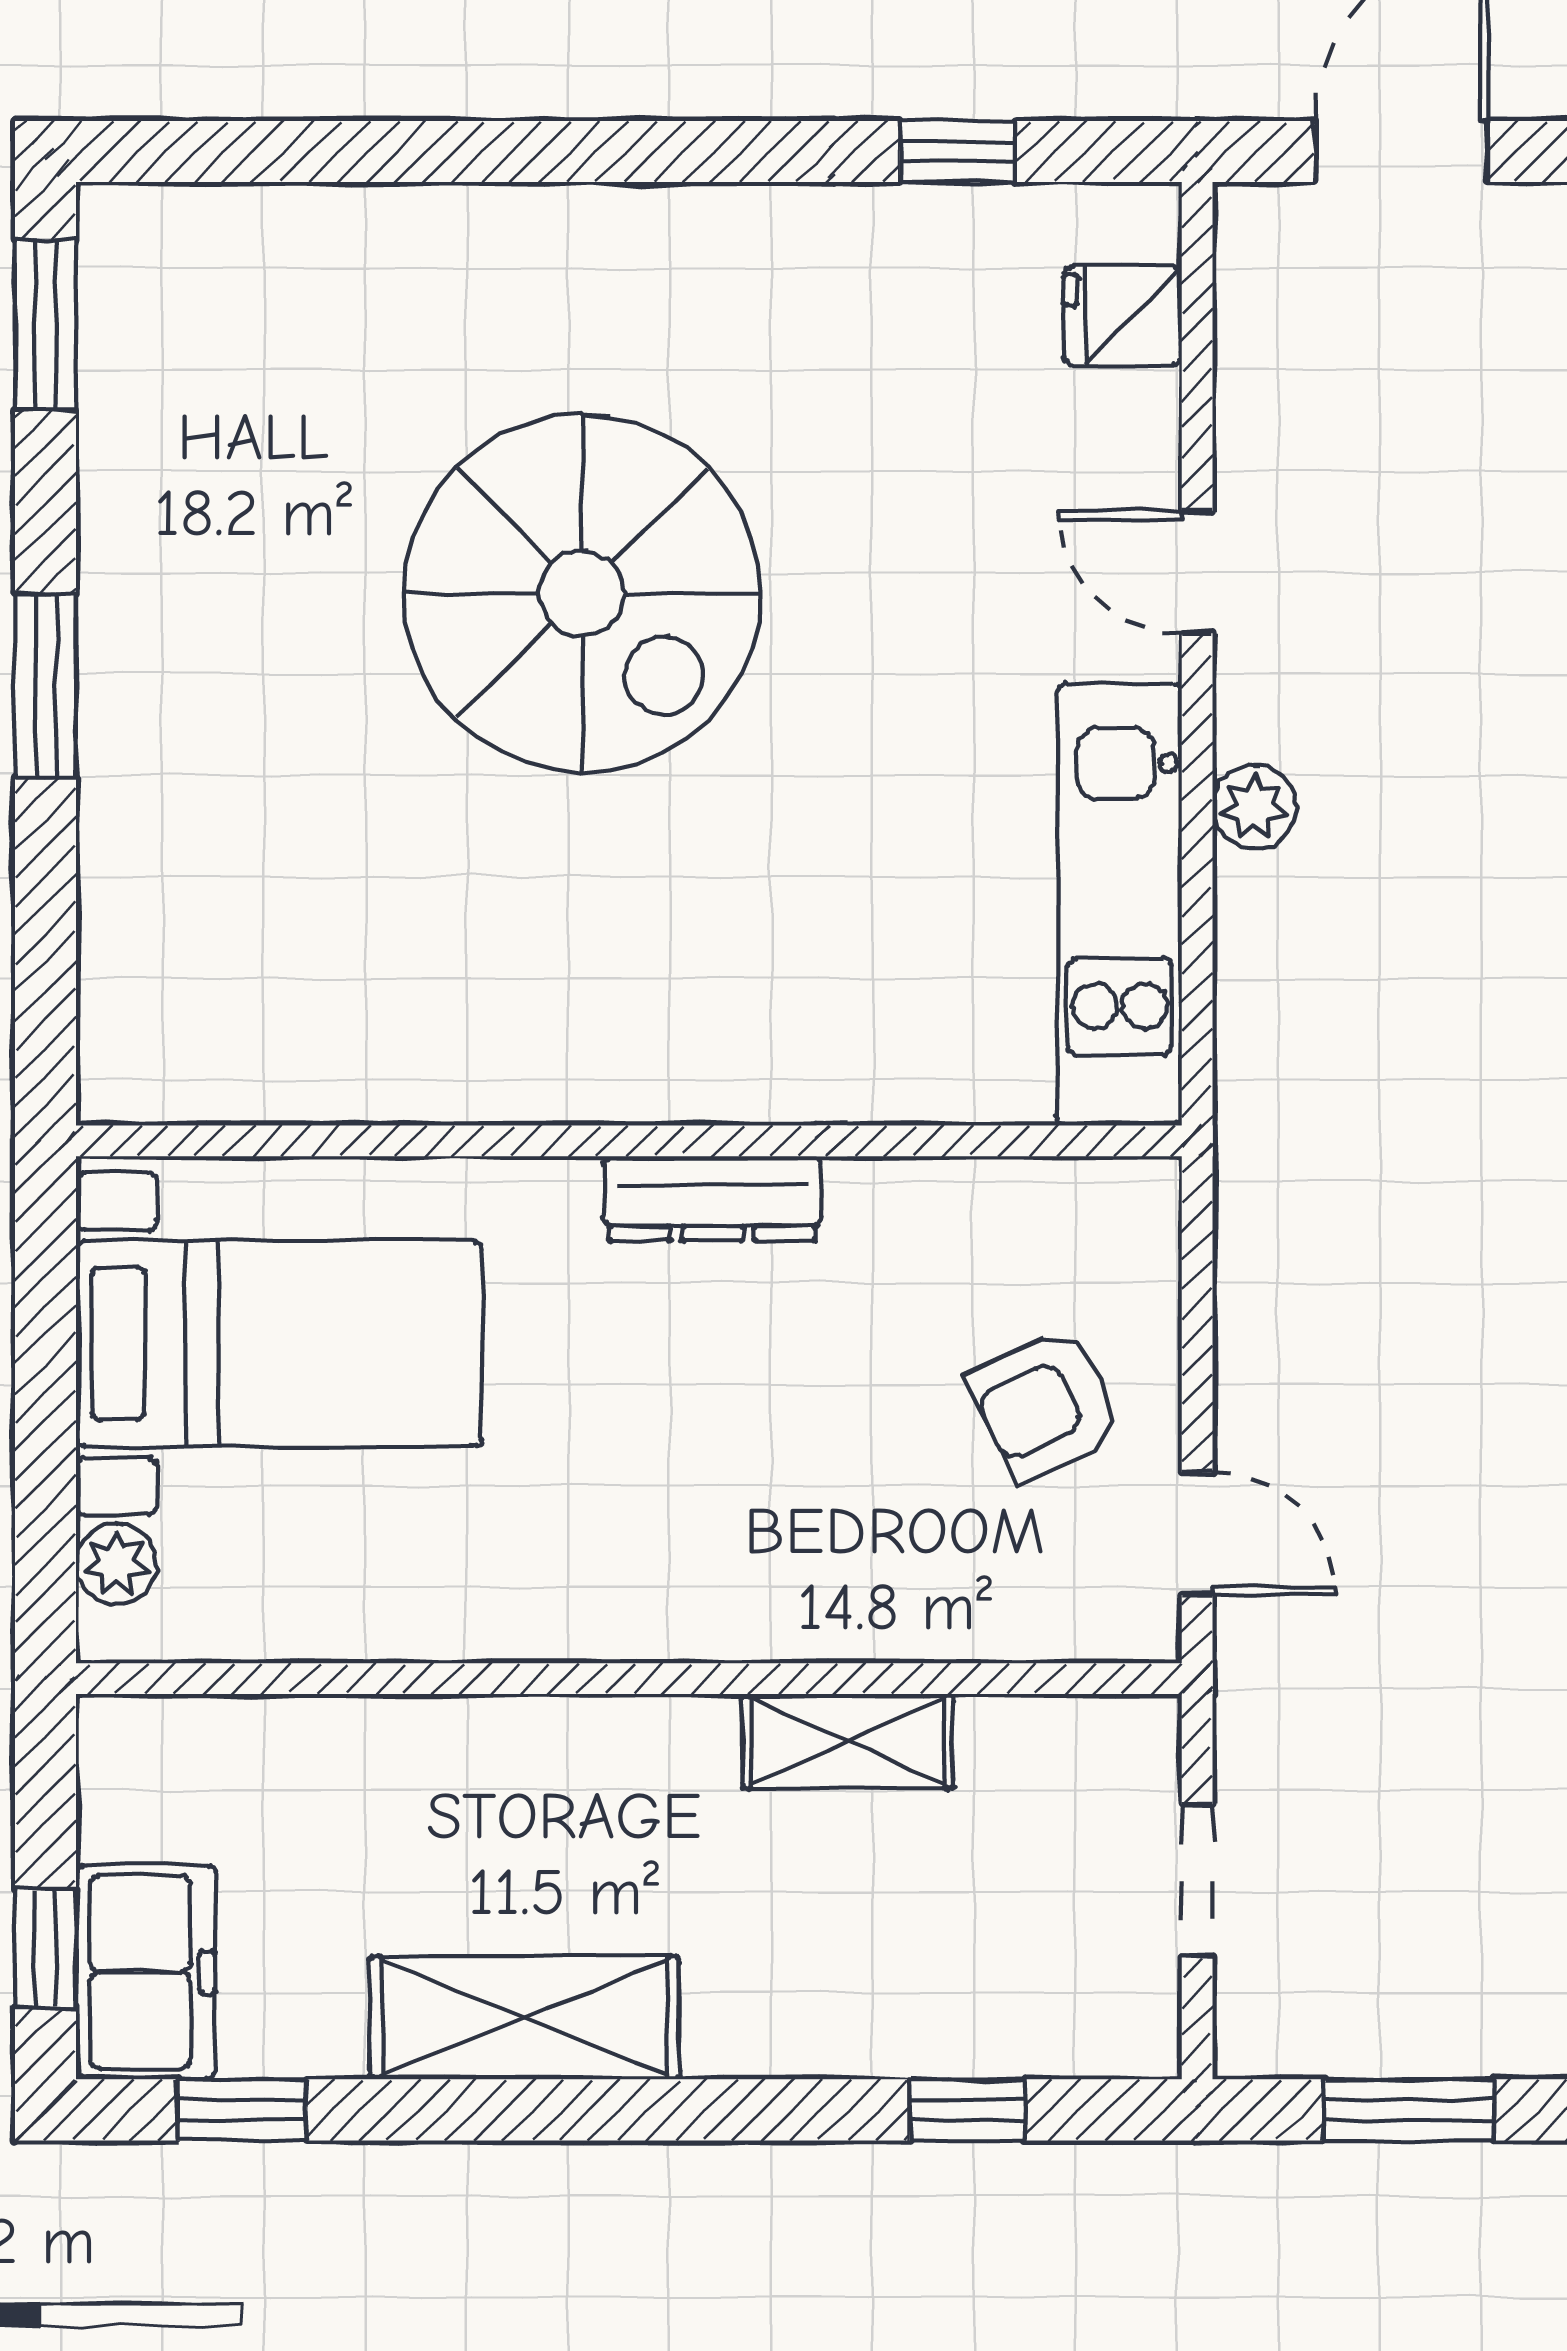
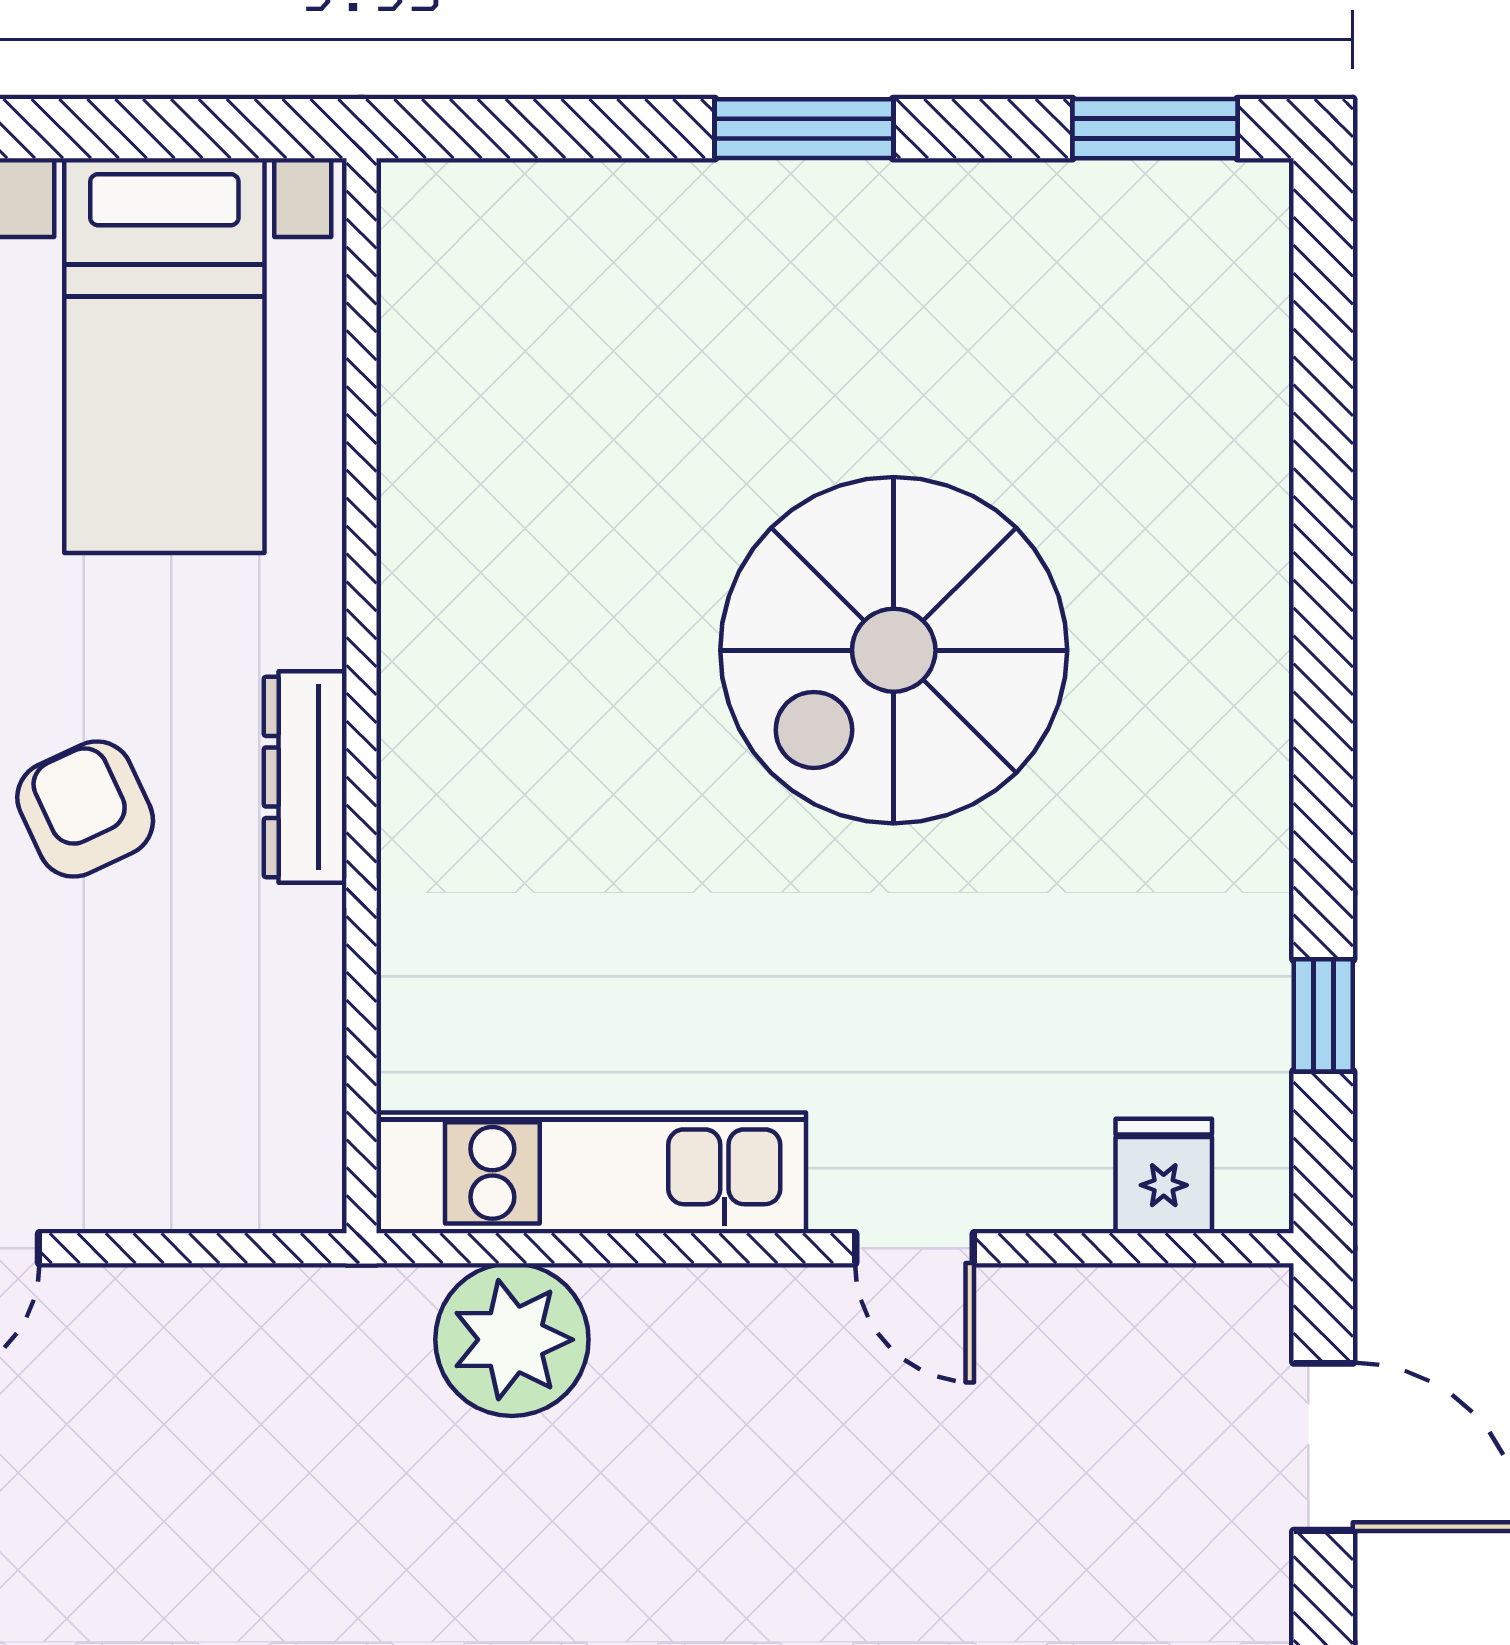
door: (1197, 572) -> (915, 1248), swing flipped
plant: (1254, 807) -> (512, 1340), moved, width x1.88, depth x1.88
armchair: (1046, 1405) -> (85, 809), moved

